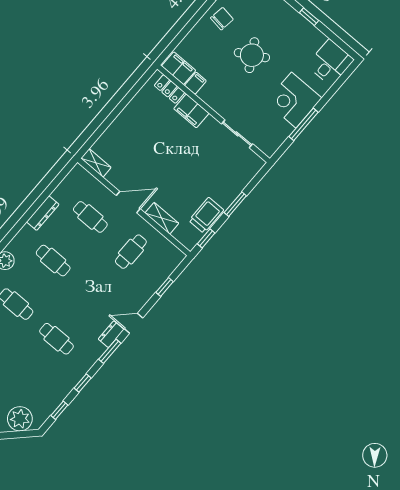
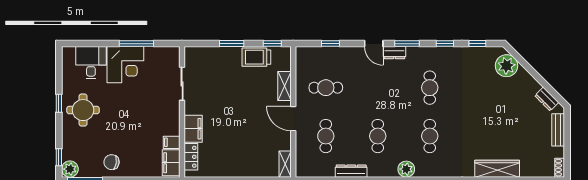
round table: (252, 55) -> (83, 110), moved, turned 30
desk: (330, 63) -> (91, 63), moved, turned 90

